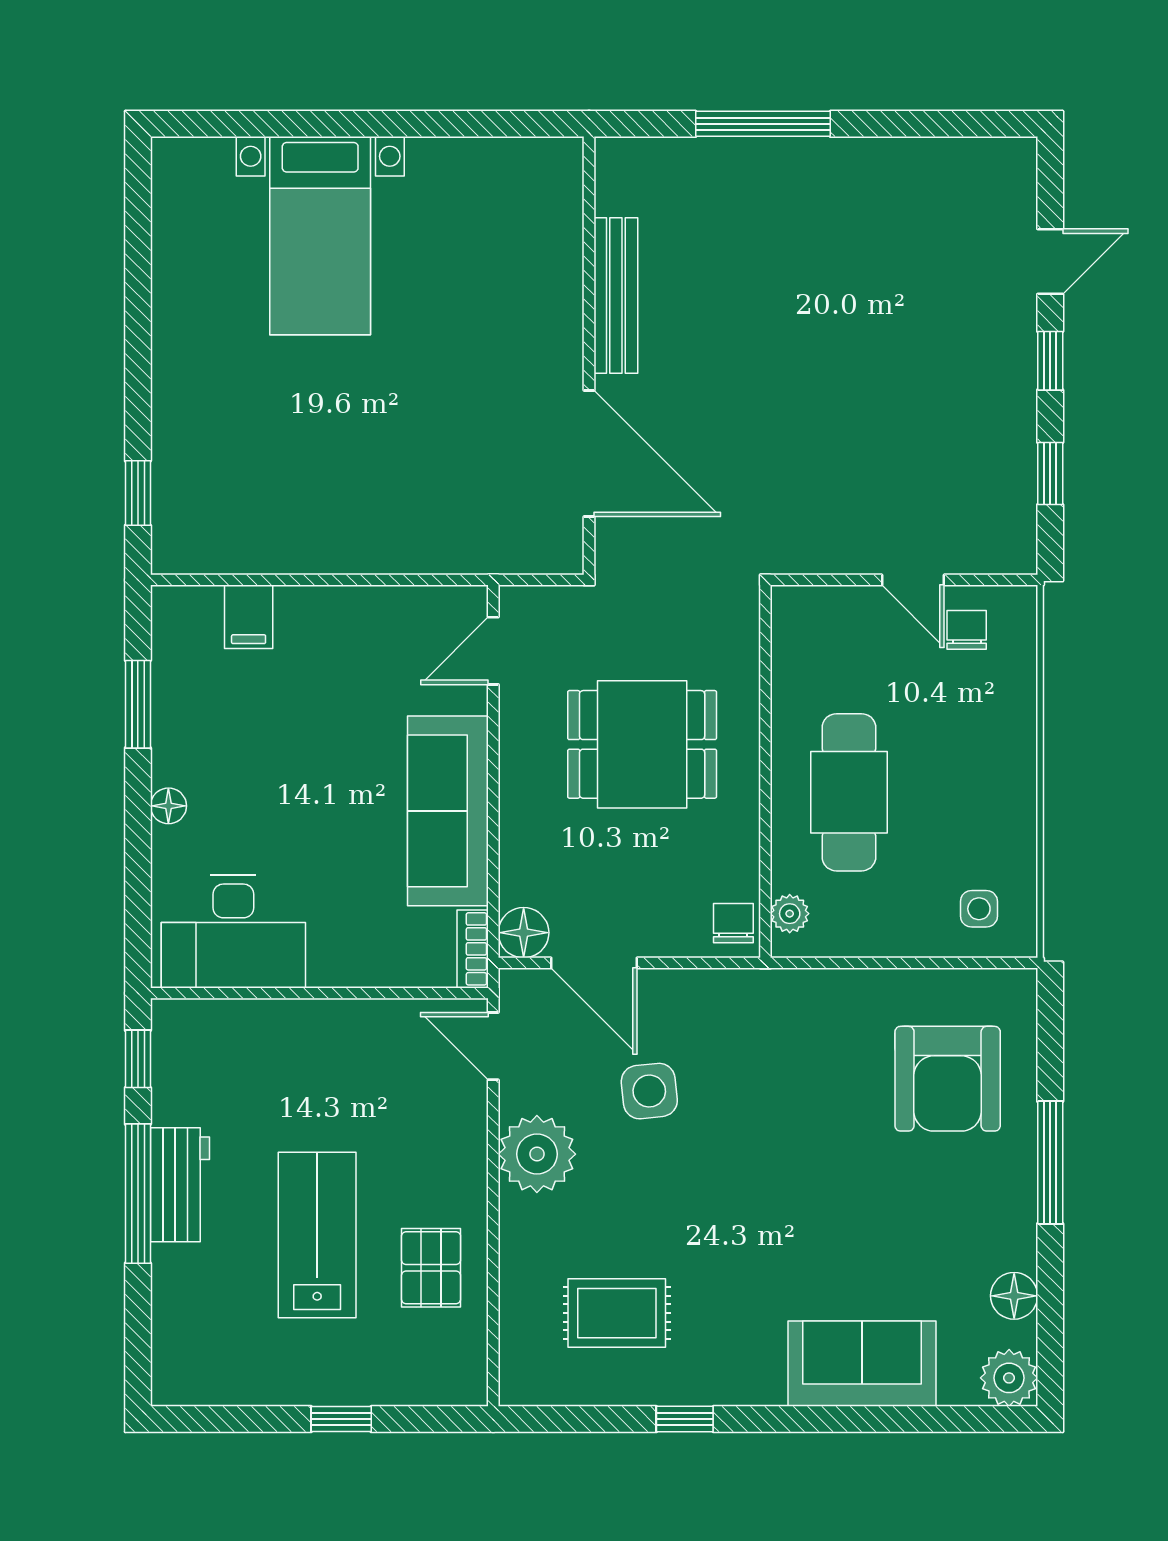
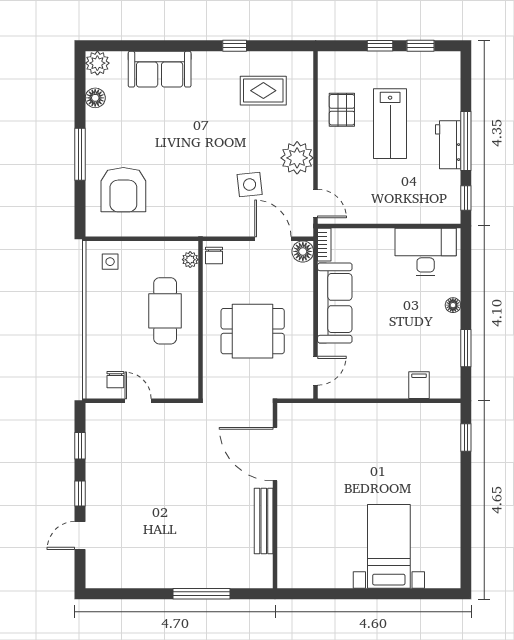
armchair: (948, 1079) -> (123, 190), turned 180
window: (245, 1419) -> (420, 46), added

